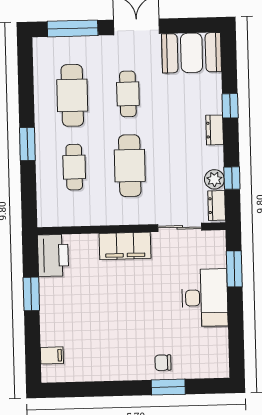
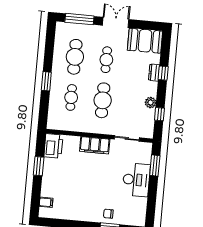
dresser: (215, 130) -> (154, 73), moved
plant: (214, 179) -> (151, 103), moved
dresser: (217, 205) -> (149, 129), removed

